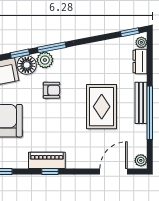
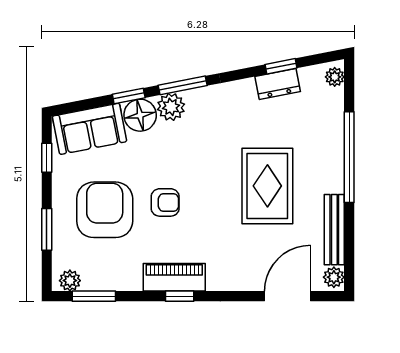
window: (130, 32) -> (281, 66), moved
dresser: (140, 61) -> (278, 84), moved, turned -101
armchair: (51, 90) -> (165, 202), moved
bench: (141, 103) -> (334, 230), moved
window: (150, 113) -> (349, 157), moved

